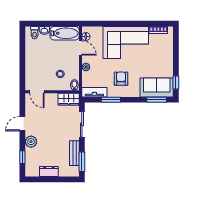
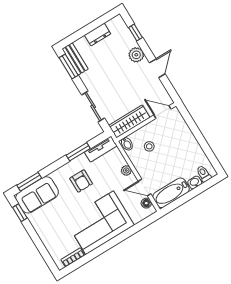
wardrobe: (69, 99) -> (129, 121), width x1.50
bench: (74, 153) -> (75, 59), moved

